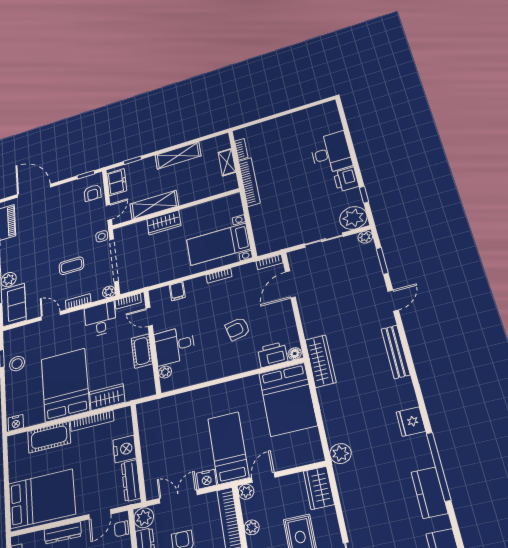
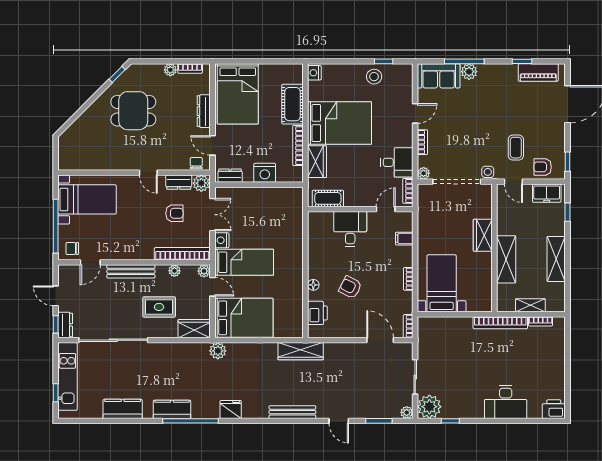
printer: (346, 179) -> (554, 409), moved
shelving: (154, 205) -> (506, 259), moved
coffee table: (71, 266) -> (516, 148), moved
armchair: (238, 329) -> (350, 287), turned -51
cot: (142, 351) -> (328, 198), moved
floor lamp: (295, 354) -> (313, 285), moved
plant: (165, 372) -> (327, 217), removed
bed: (288, 399) -> (244, 318), moved, turned 180
dresser: (131, 481) -> (230, 176), width x0.70

